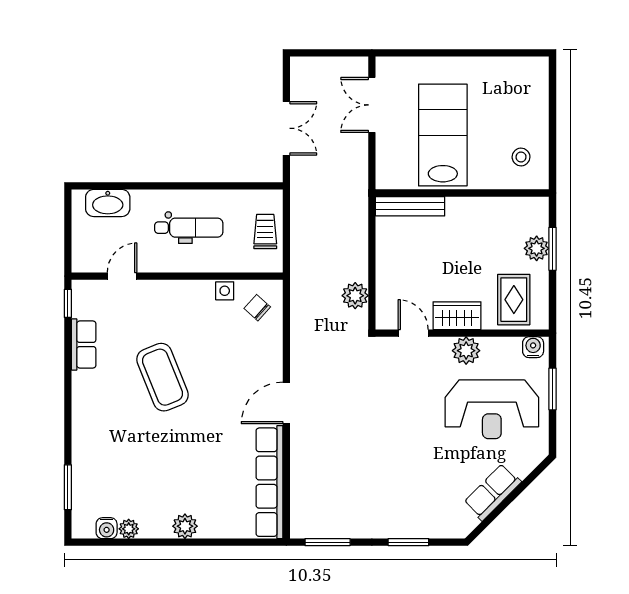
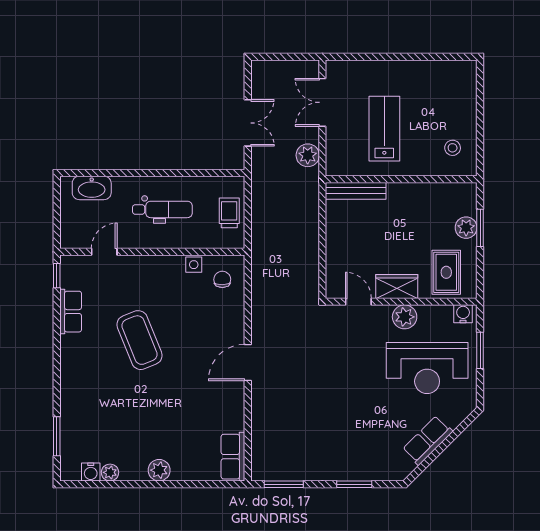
lab bench: (443, 135) -> (384, 129), width x0.73, depth x0.72
plant: (355, 296) -> (308, 155), moved
chair: (257, 308) -> (222, 279), turned 47
row of seats: (269, 482) -> (233, 457), width x0.50

